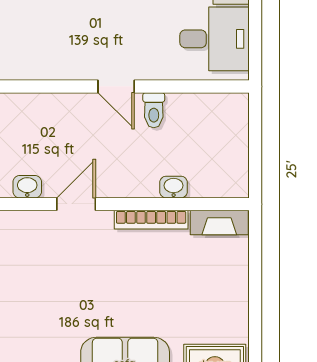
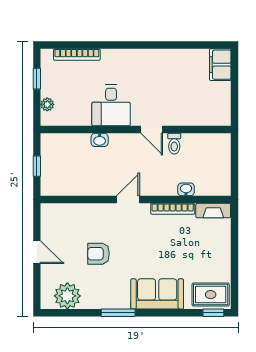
desk: (214, 39) -> (111, 105), moved, turned 90
washbasin: (27, 187) -> (100, 140), moved, turned 180
armchair: (27, 295) -> (98, 254), added

